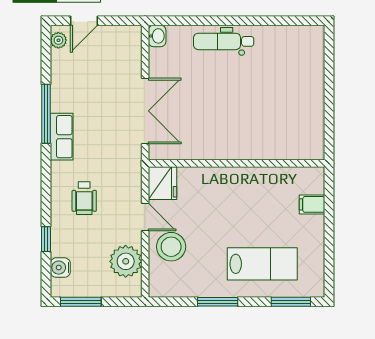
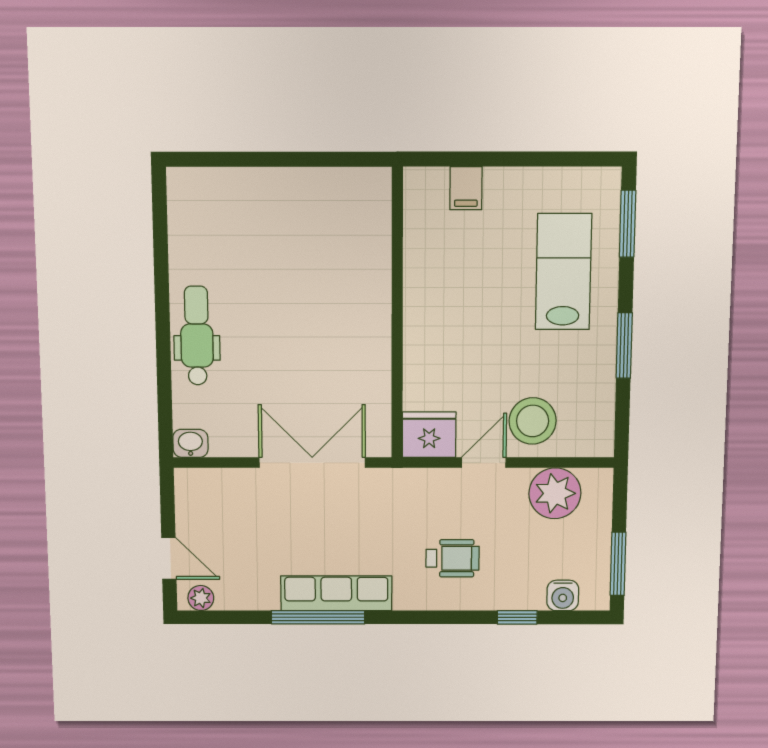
dental chair: (224, 41) -> (197, 336), turned 180
row of seats: (62, 137) -> (336, 593), width x1.48

